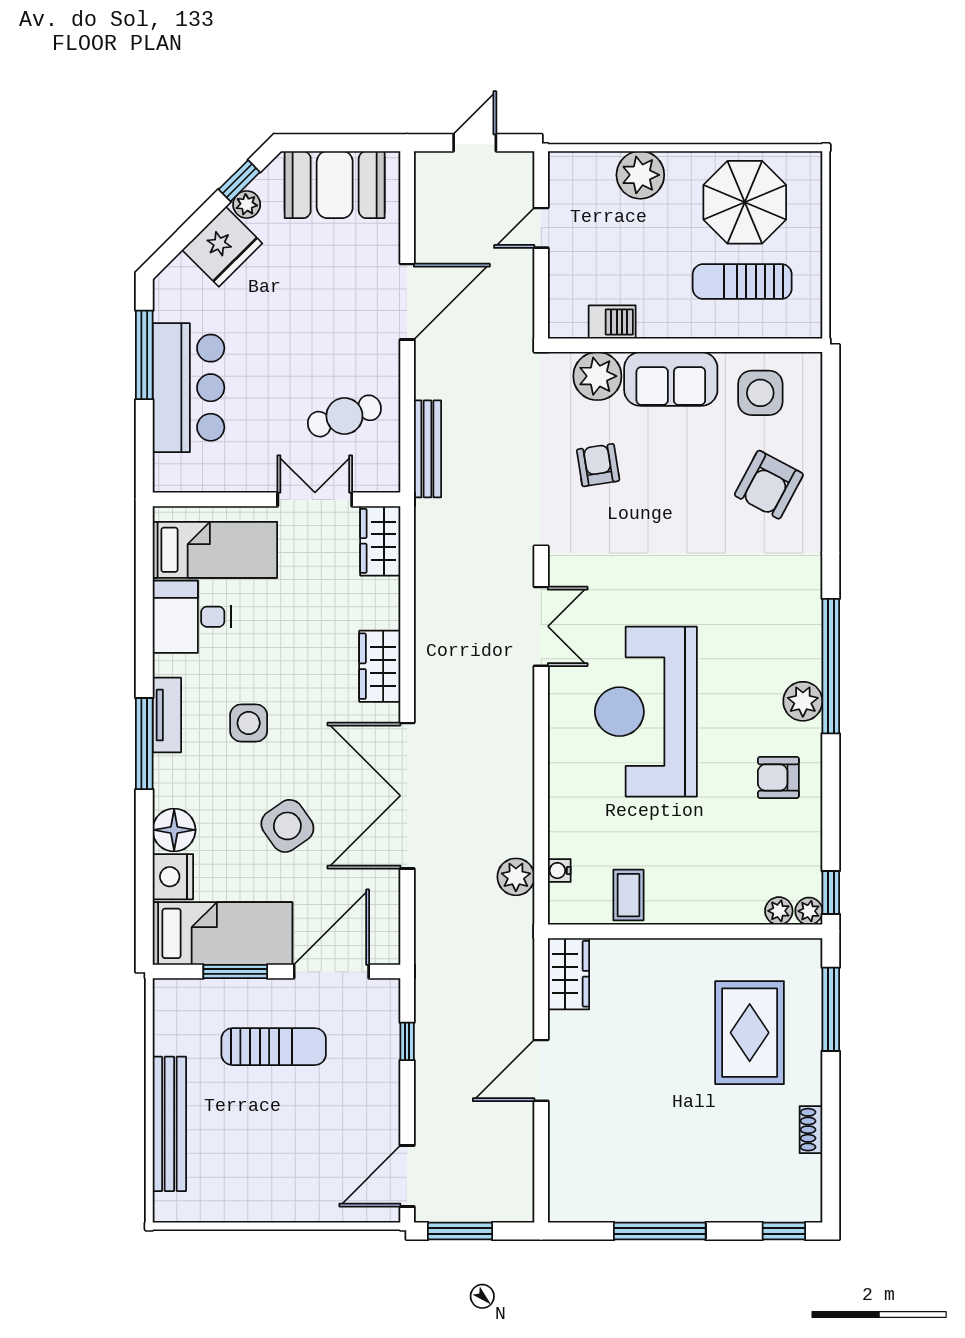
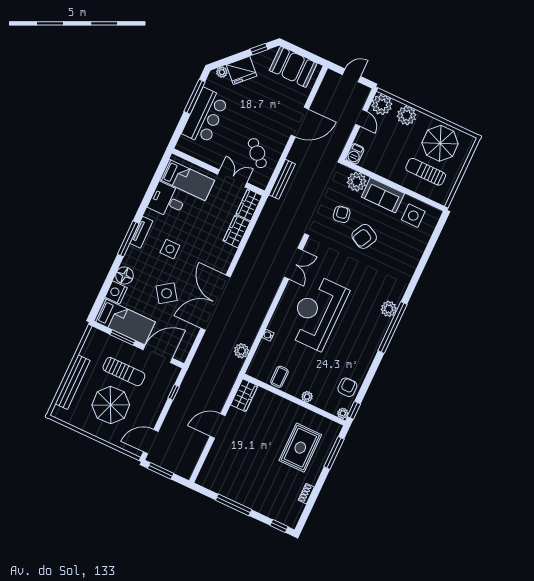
plant: (573, 177) -> (382, 105), added
plant: (247, 204) -> (222, 72), moved
door: (541, 228) -> (361, 118), swing flipped
barbecue: (612, 322) -> (355, 154), moved, turned 90
cafe table: (344, 416) -> (257, 153), turned 62
armchair: (769, 485) -> (364, 236), moved
wardrobe: (380, 666) -> (237, 232), moved
plant: (803, 701) -> (389, 309), moved
armchair: (778, 777) -> (347, 387), moved, turned 90
water cooler: (559, 871) -> (268, 335), moved
plant: (779, 911) -> (307, 397), moved
parasol: (279, 1135) -> (111, 405), added

